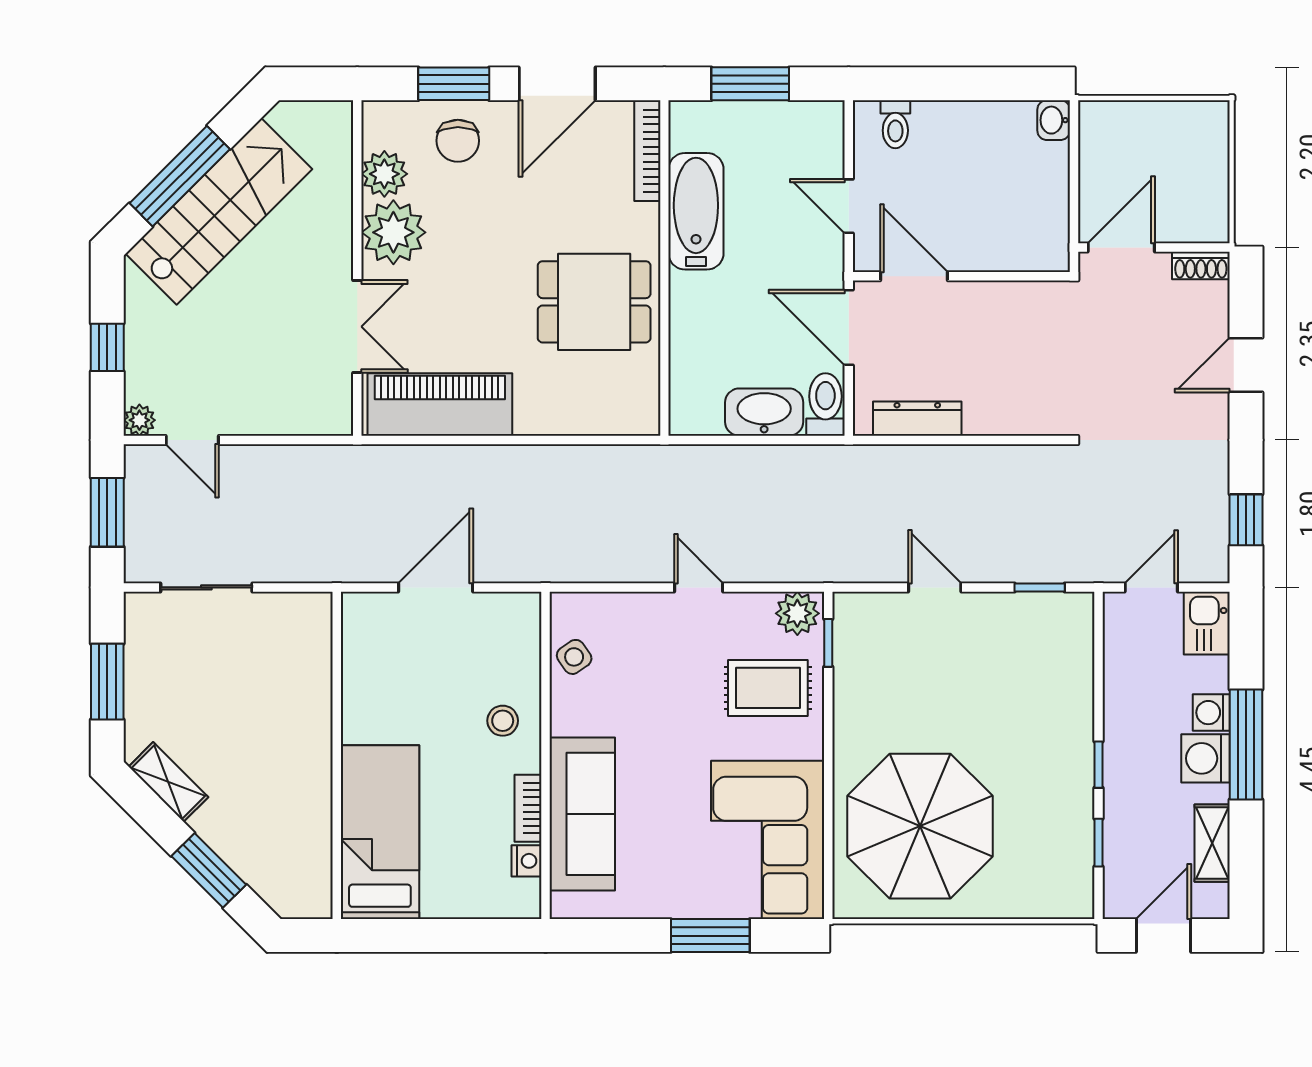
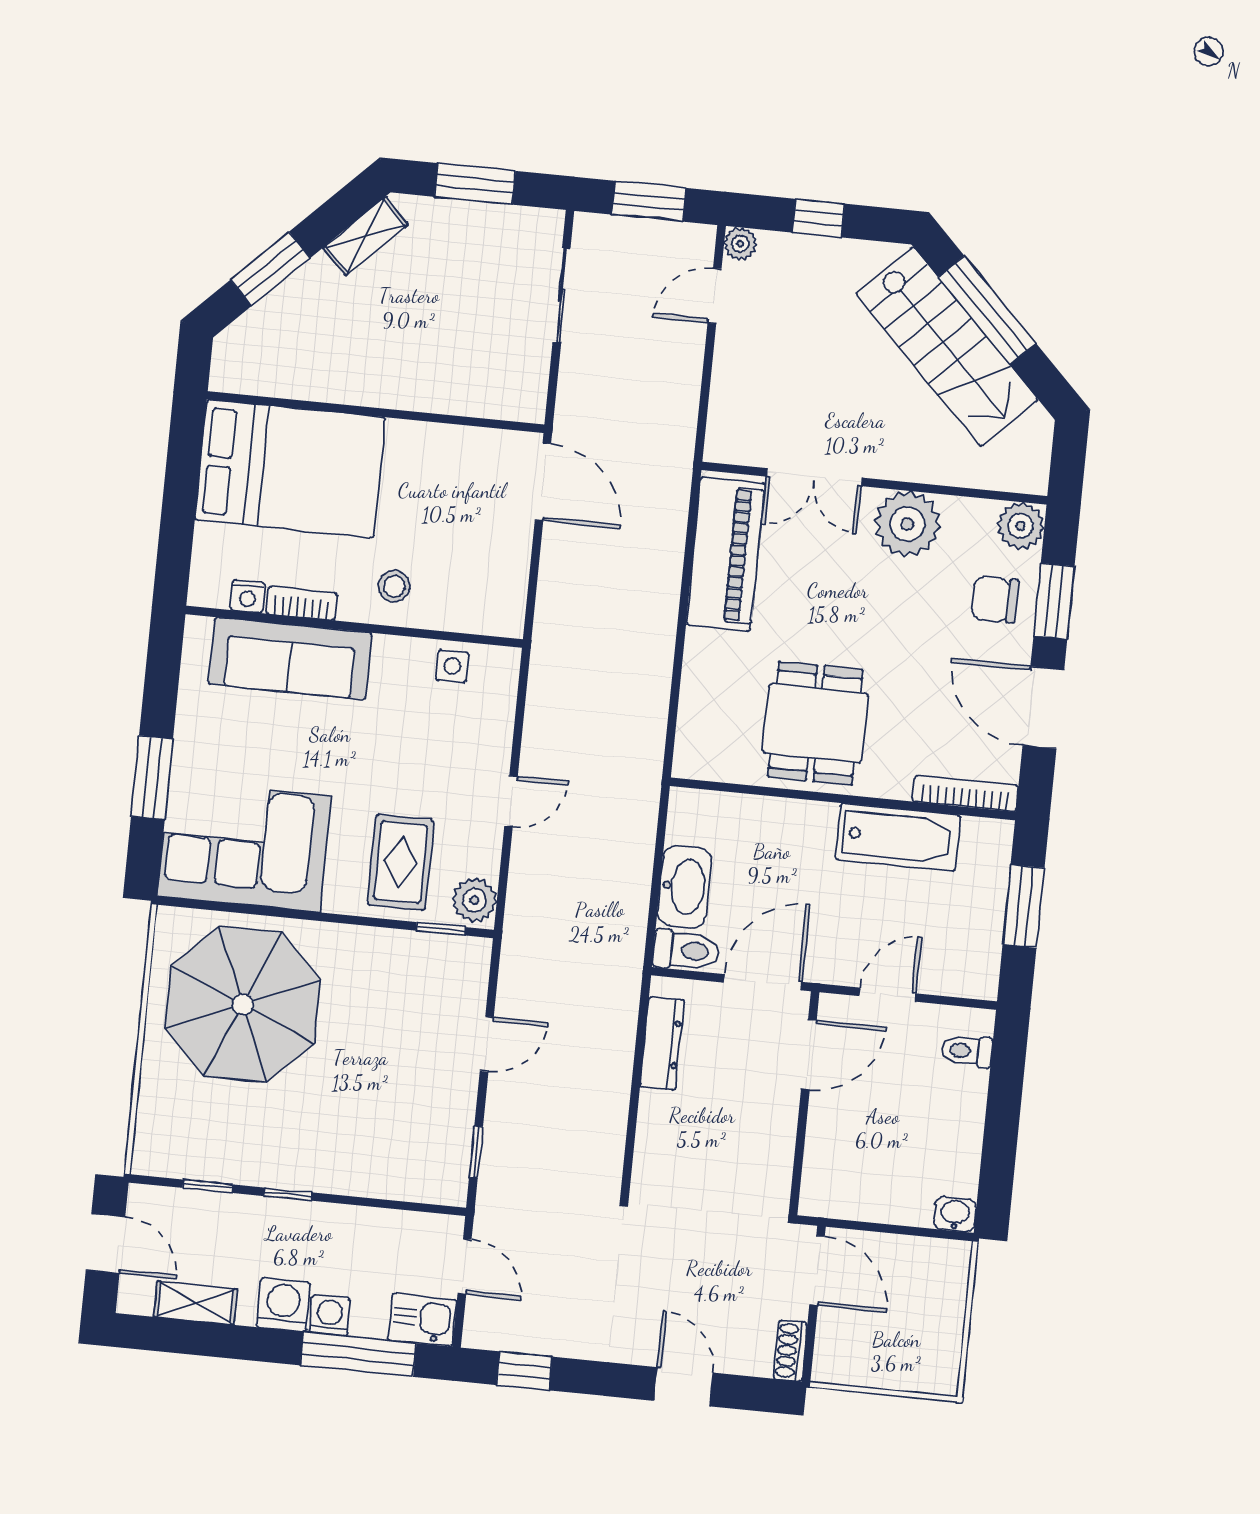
plant: (384, 174) -> (1021, 526), moved
door: (436, 587) -> (543, 482), moved
side table: (574, 657) -> (452, 666), turned 35
window: (1246, 745) -> (358, 1354), moved
bed: (380, 832) -> (290, 469), width x1.50

